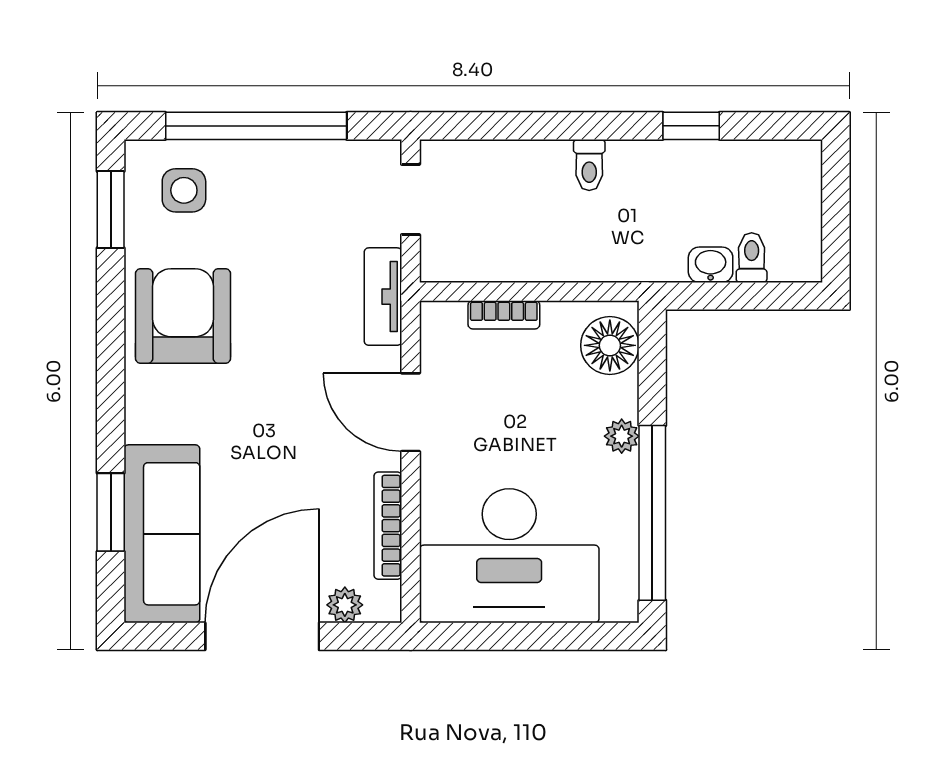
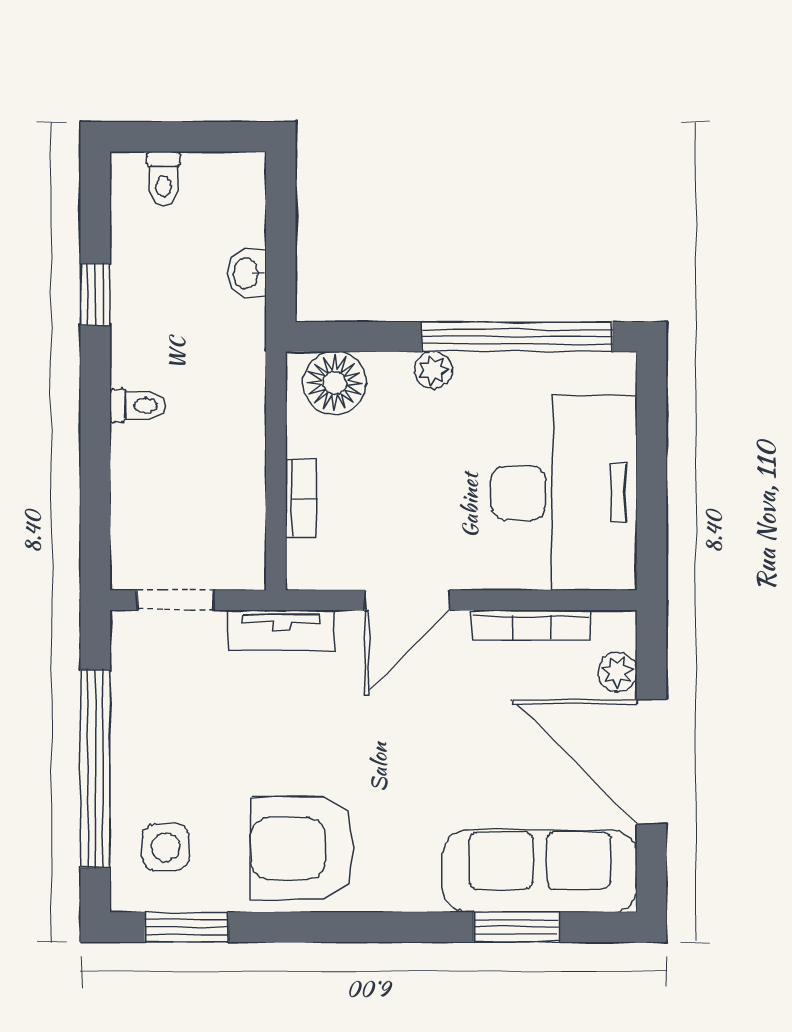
toilet: (752, 258) -> (163, 179), moved, turned -90

